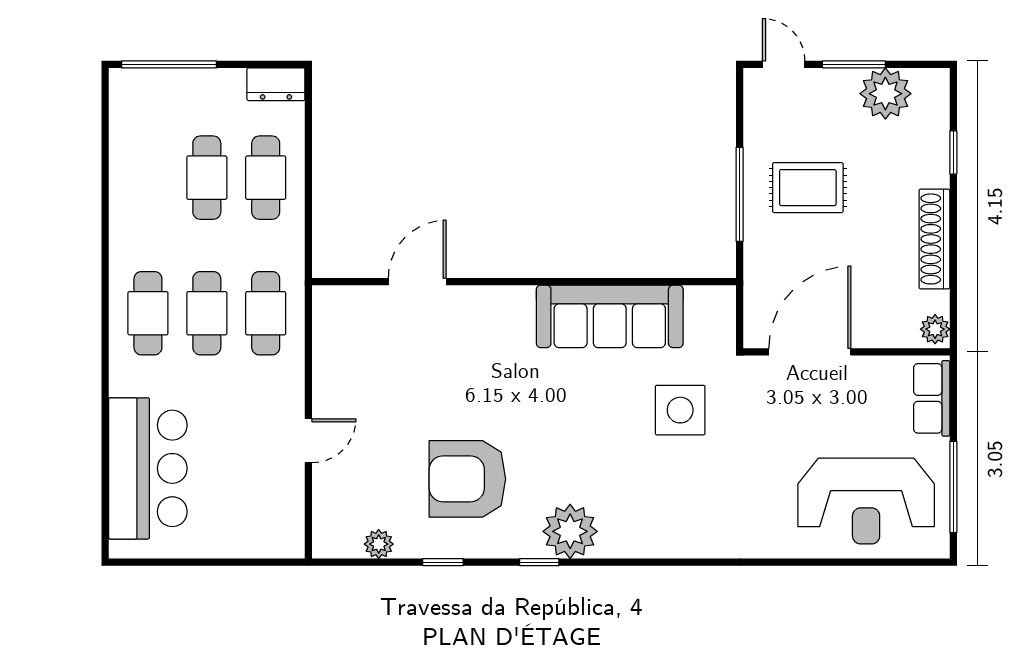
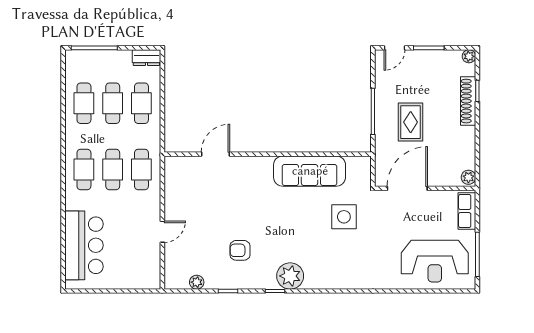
door: (784, 64) -> (394, 48), swing flipped
plant: (885, 94) -> (469, 56), moved, width x0.53, depth x0.53
cafe table: (148, 178) -> (84, 103), added
rug: (808, 188) -> (411, 122), moved, turned 90
shoe rack: (934, 239) -> (468, 101), moved
armchair: (467, 479) -> (240, 250), width x0.53, depth x0.53

